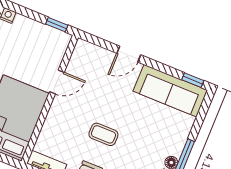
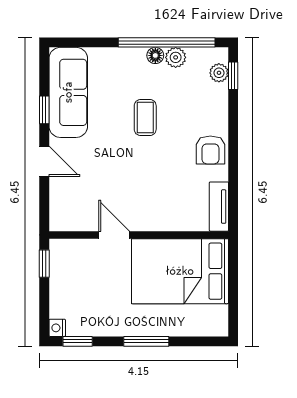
window: (193, 80) -> (44, 110), moved
coffee table: (103, 134) -> (145, 118), moved

